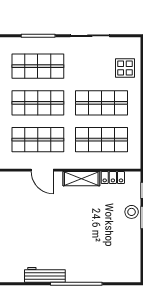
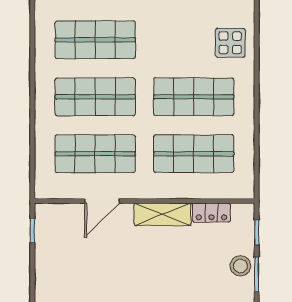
door: (42, 170) -> (102, 201), hinge flipped

